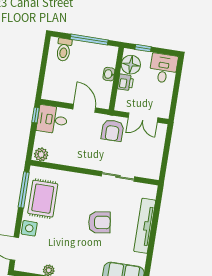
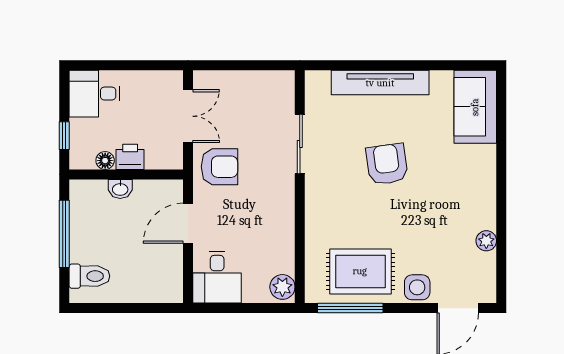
floor lamp: (131, 65) -> (105, 161), width x0.53, depth x0.53
window: (36, 115) -> (214, 308), removed

